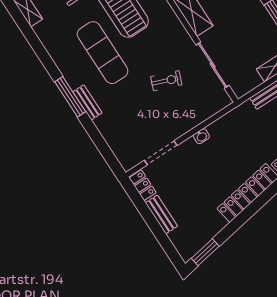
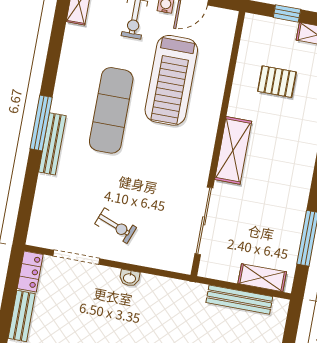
exercise bike: (166, 81) -> (116, 226), moved
bench: (87, 102) -> (52, 144), width x1.36

